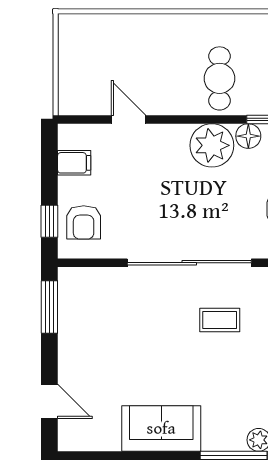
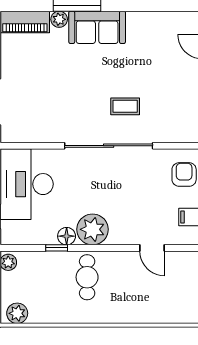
coffee table: (220, 320) -> (125, 106), moved
sofa: (161, 429) -> (97, 27), moved

